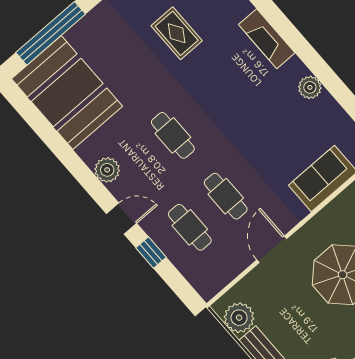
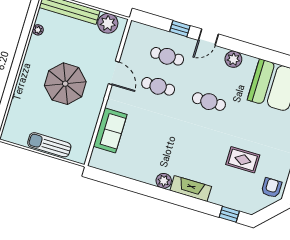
plant: (310, 87) -> (164, 181), moved

